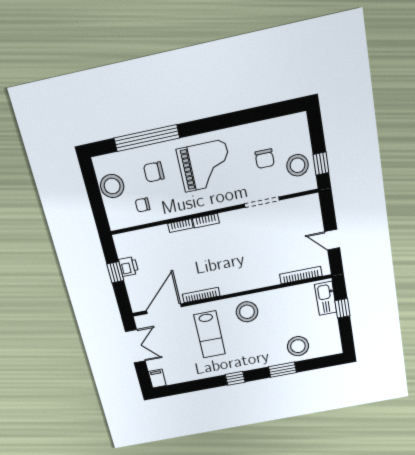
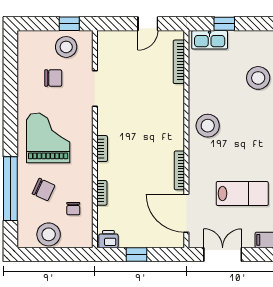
chair: (154, 172) -> (44, 190), turned -65
bookcase: (180, 226) -> (102, 193), moved
printer: (129, 266) -> (108, 239), moved
lab bench: (210, 334) -> (242, 193), moved

